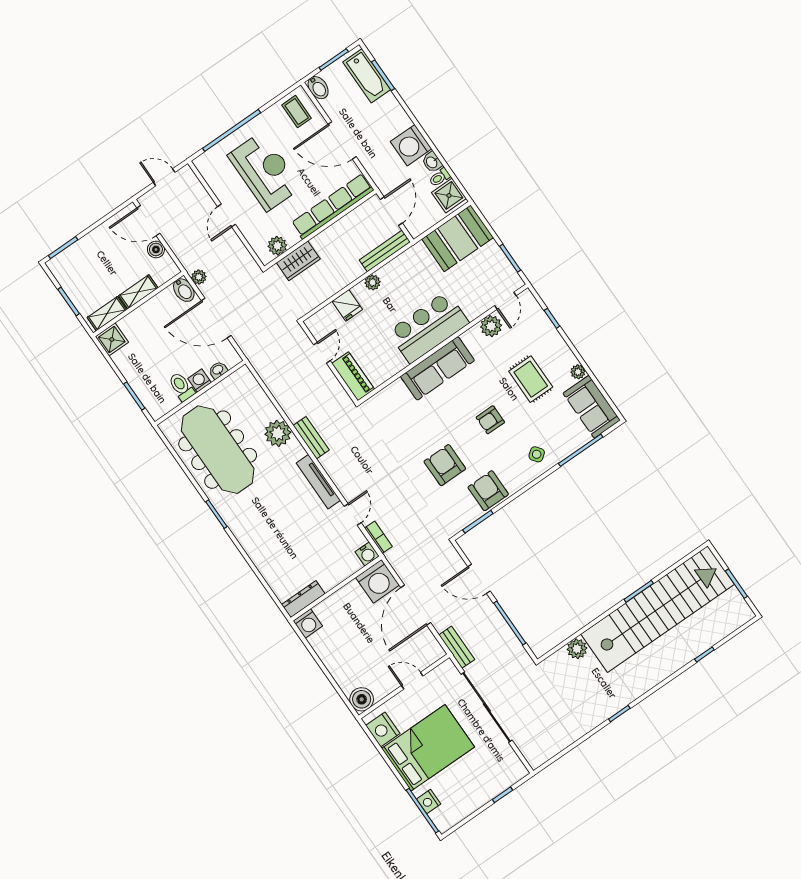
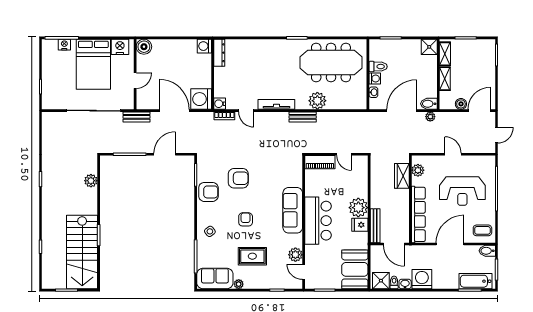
plant: (373, 282) -> (358, 208), width x1.88, depth x1.88
fridge: (347, 305) -> (360, 225), moved
stairs: (658, 609) -> (82, 252), width x0.73

